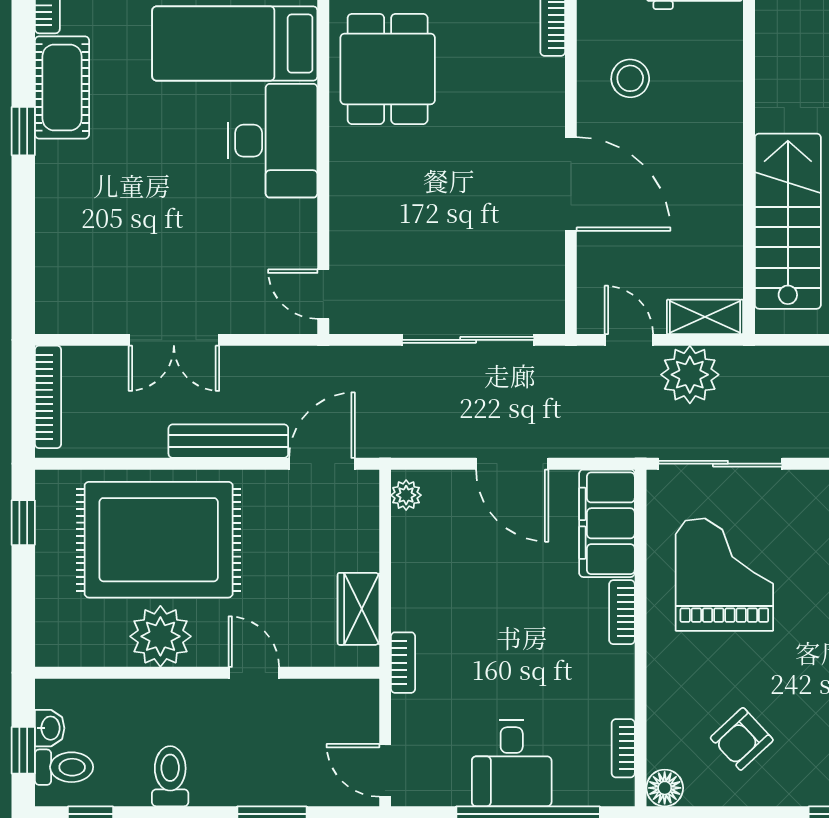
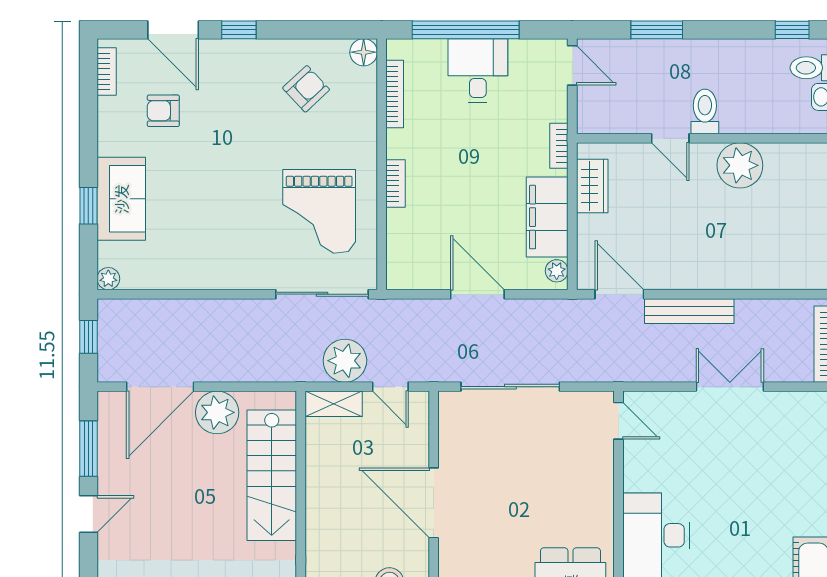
door: (322, 464) -> (619, 294), swing flipped
filing cabinet: (607, 523) -> (547, 217), moved, turned 180
rug: (159, 540) -> (741, 238), removed
bookcase: (623, 748) -> (395, 94), width x1.56
toilet: (170, 776) -> (705, 111), moved, turned 180

